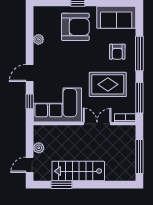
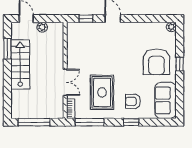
plant: (38, 39) -> (171, 27), moved
window: (139, 54) -> (131, 122), width x0.46
corner sofa: (57, 105) -> (83, 45), removed

